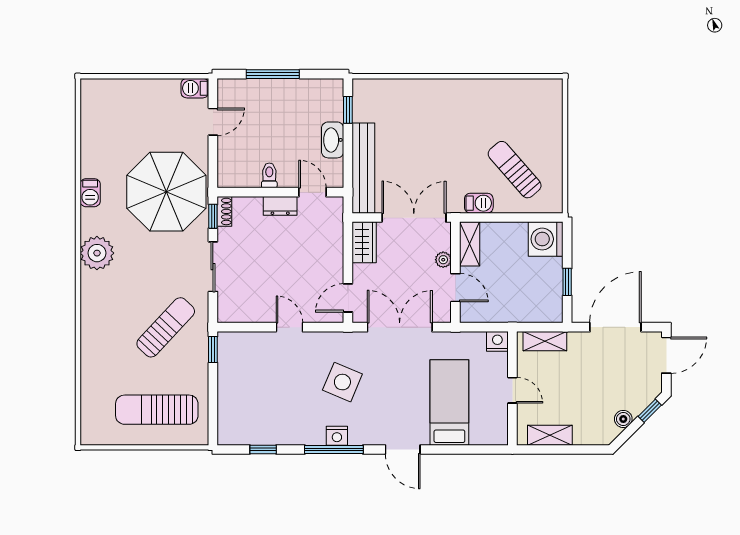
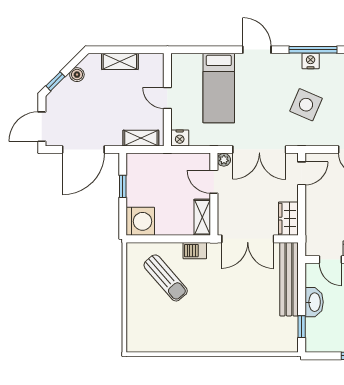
plant: (443, 260) -> (224, 160), moved
shelving: (550, 435) -> (120, 61), moved

